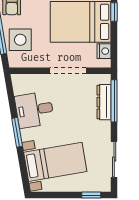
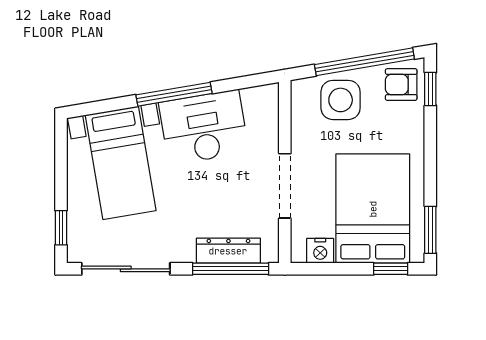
desk: (34, 110) -> (204, 127), width x1.37
window: (17, 132) -> (174, 94), width x1.44
sliding door: (114, 159) -> (126, 269), width x1.37

